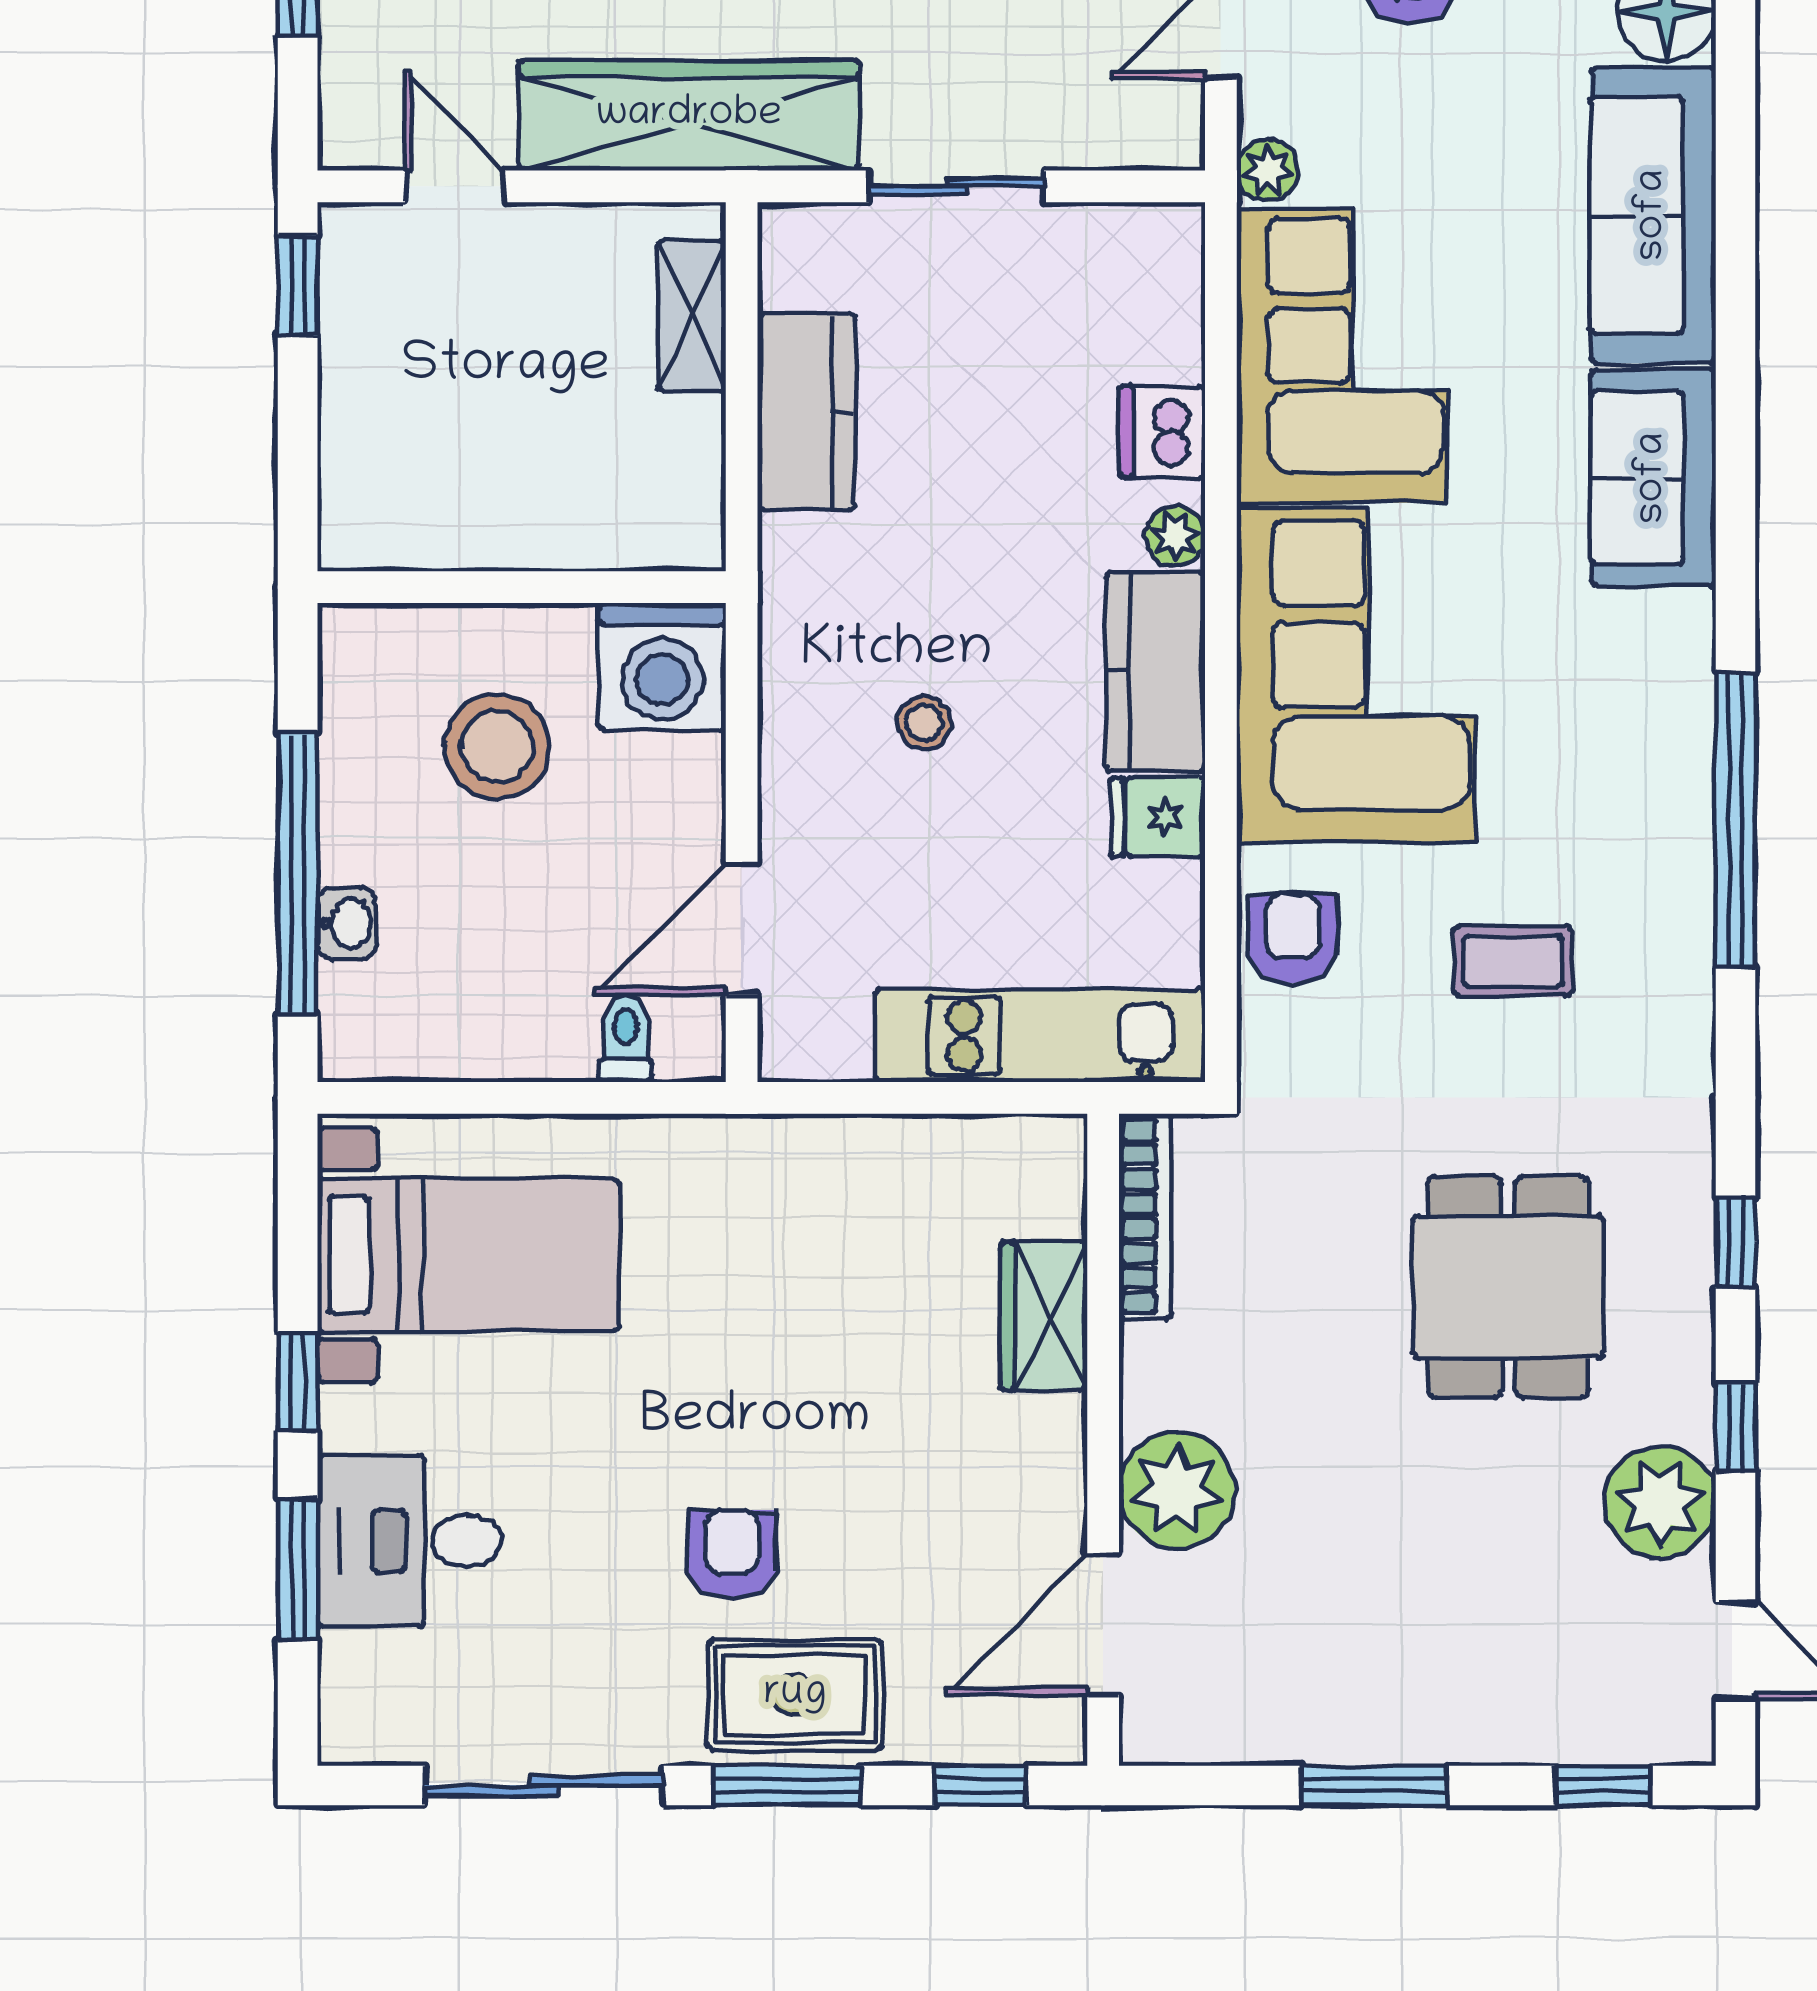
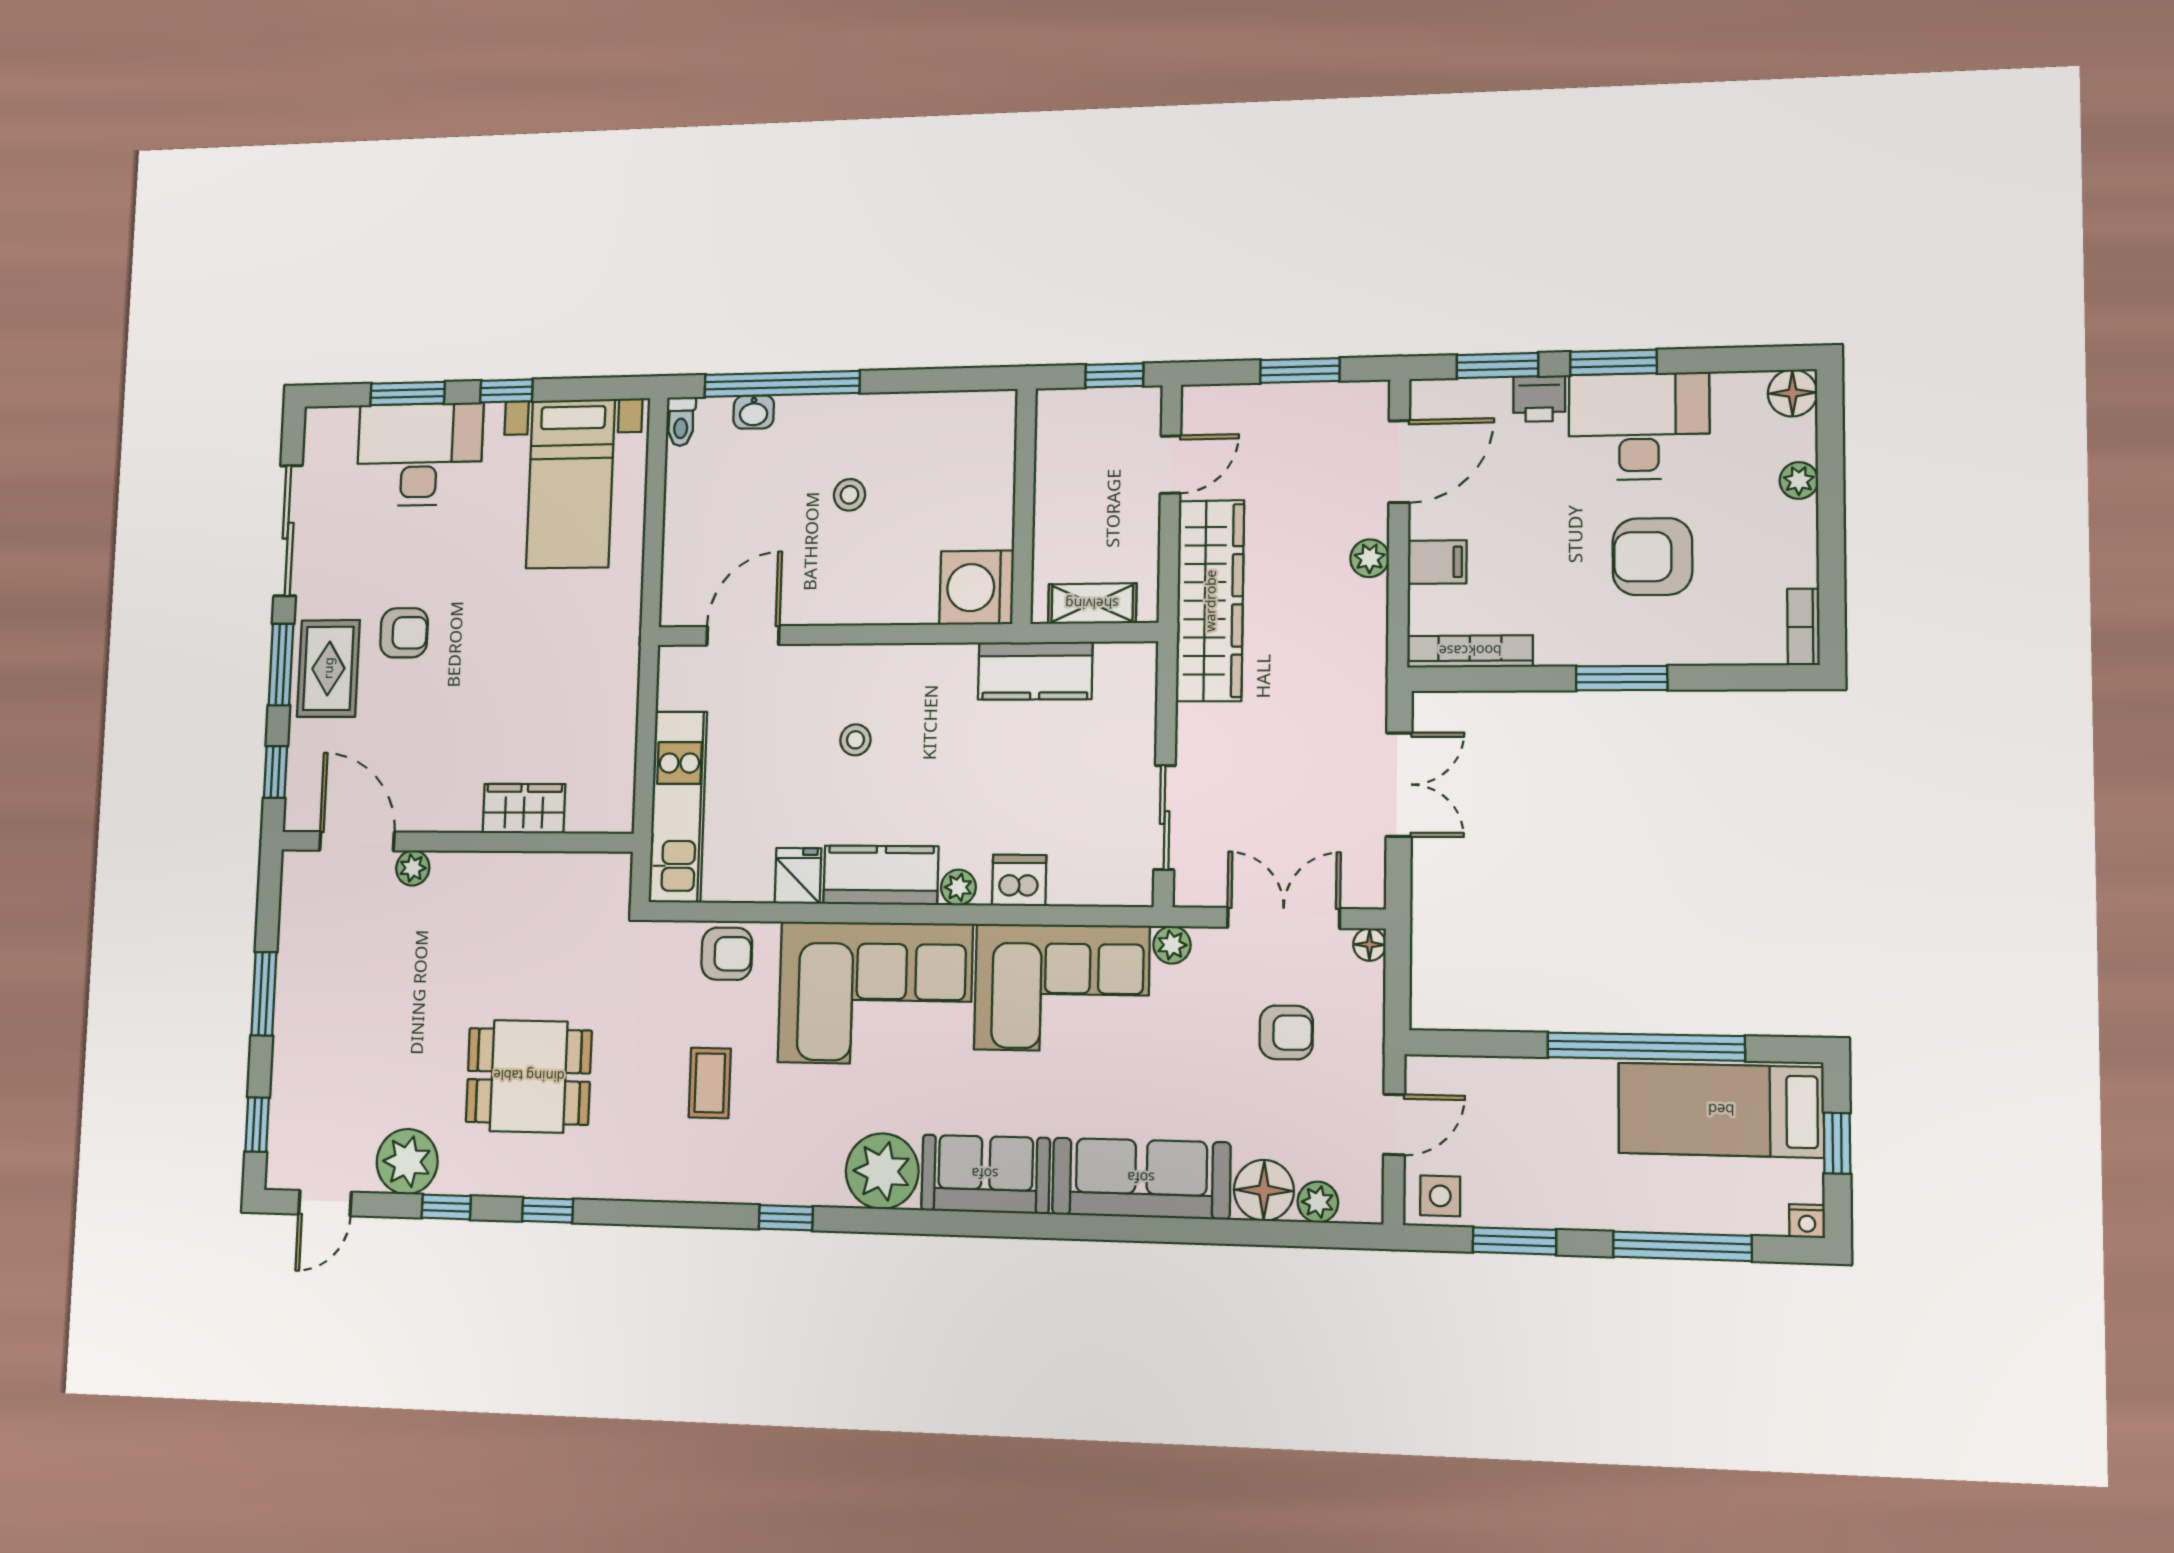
sliding door: (956, 186) -> (1165, 817), moved
wall: (522, 587) -> (1024, 506), moved
plant: (1653, 655) -> (882, 1171), added
washing machine: (662, 667) -> (977, 588), moved
stool: (497, 746) -> (849, 495), width x0.53, depth x0.53
window: (1736, 819) -> (786, 1218), width x0.32
door: (742, 929) -> (743, 635), hinge flipped
toilet: (626, 1039) -> (681, 422), moved, turned 90
bookcase: (1145, 1216) -> (576, 867), removed
plant: (1177, 1490) -> (413, 868), width x0.53, depth x0.53
desk: (410, 1541) -> (420, 454), width x1.37

